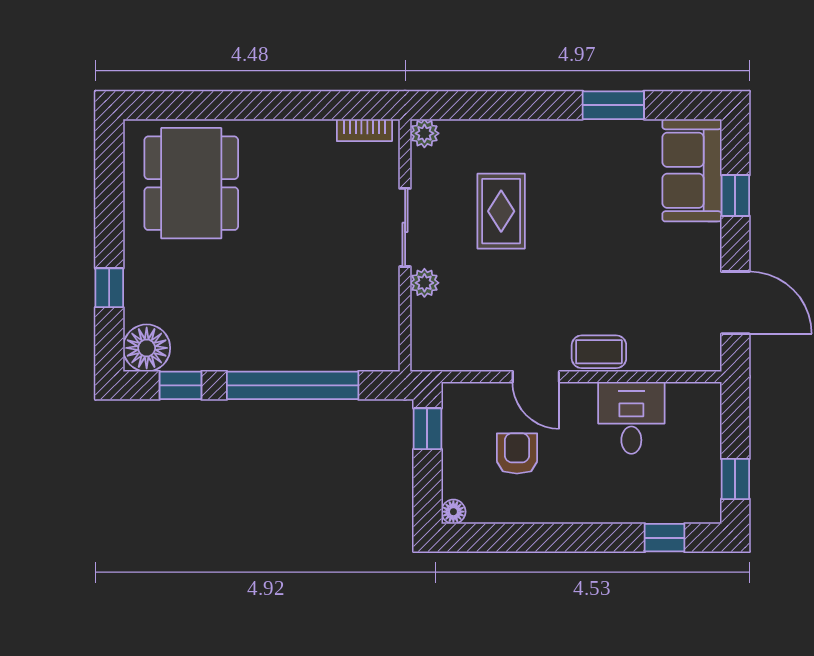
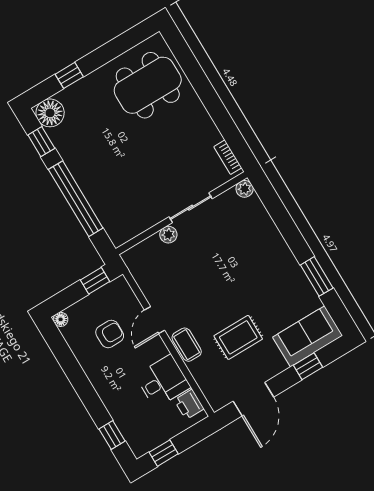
rug: (501, 211) -> (238, 337), moved
printer: (687, 400) -> (189, 404), added

